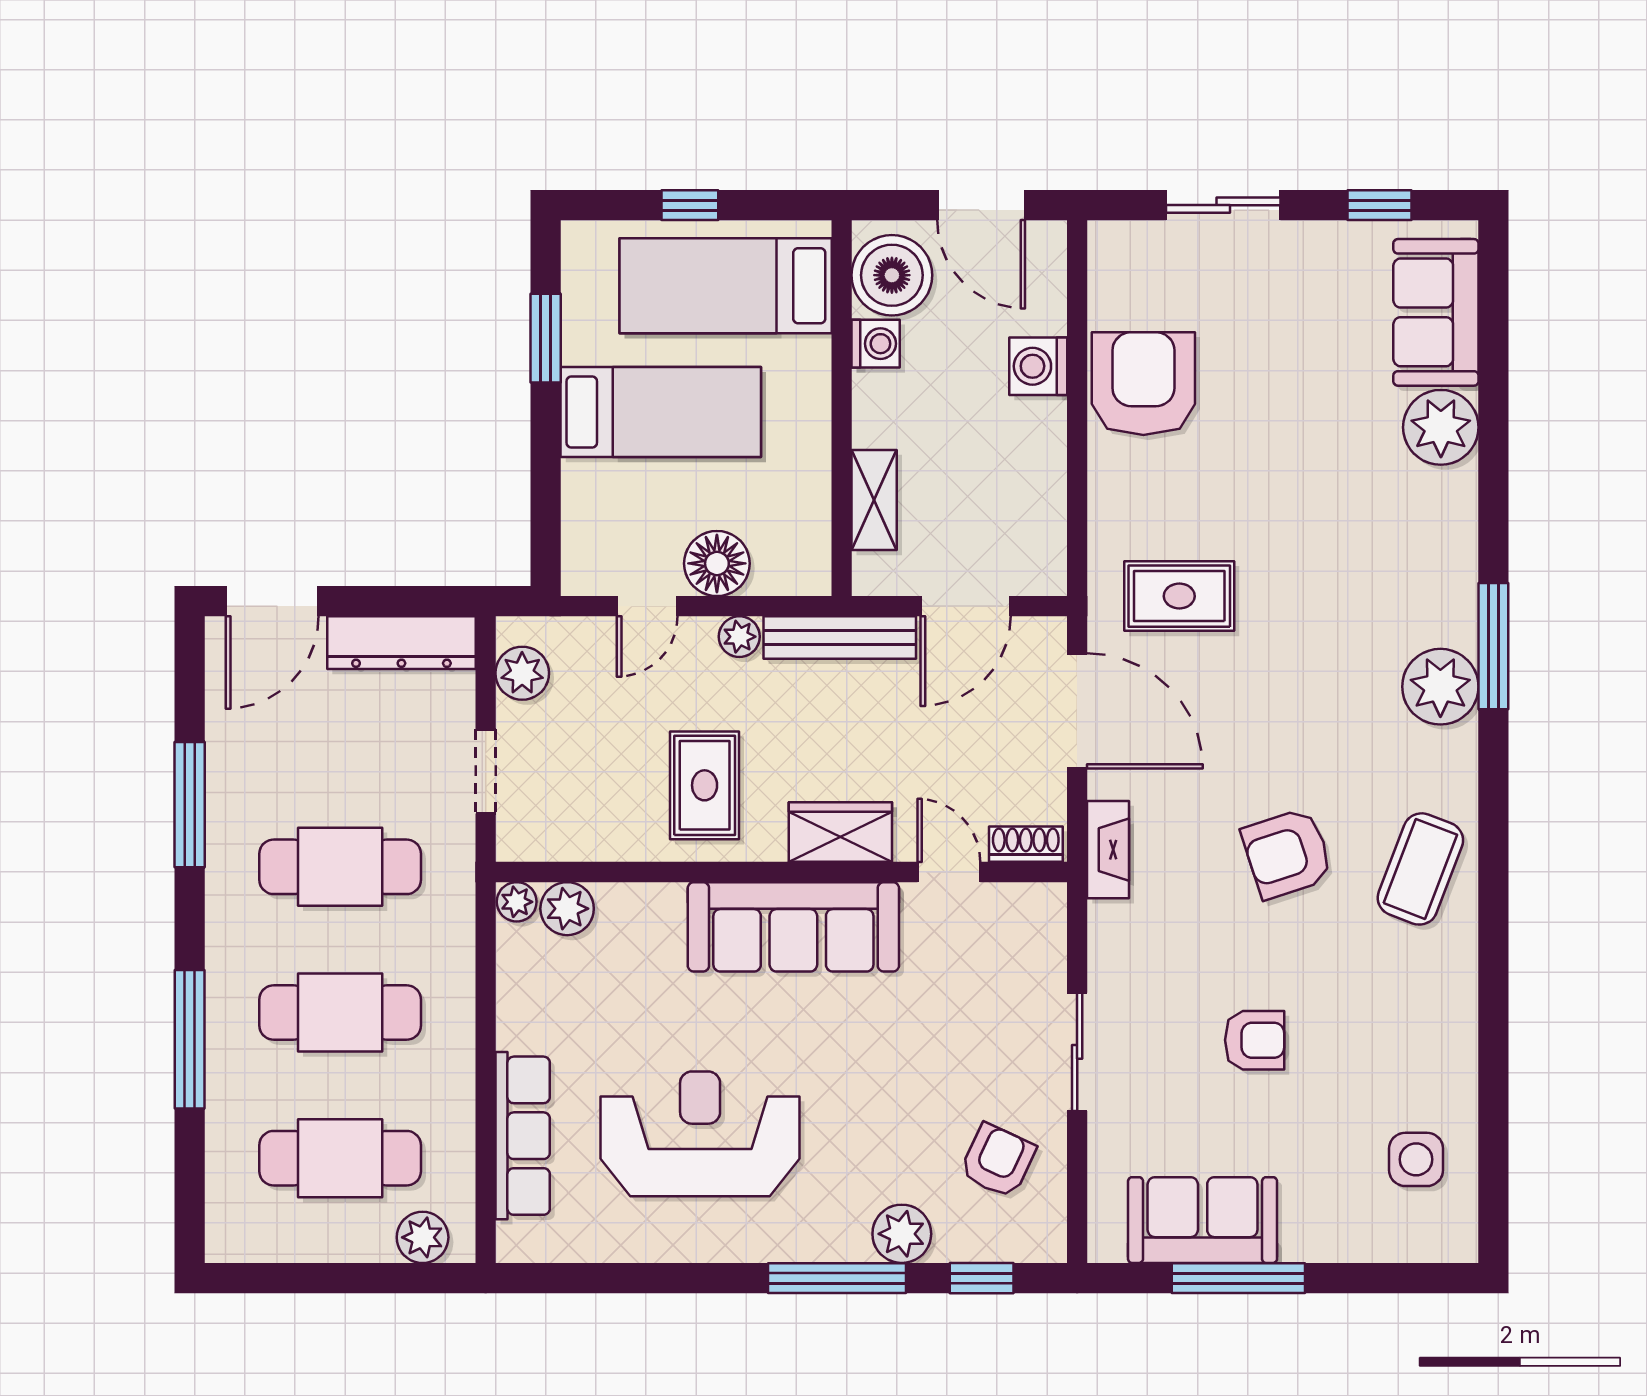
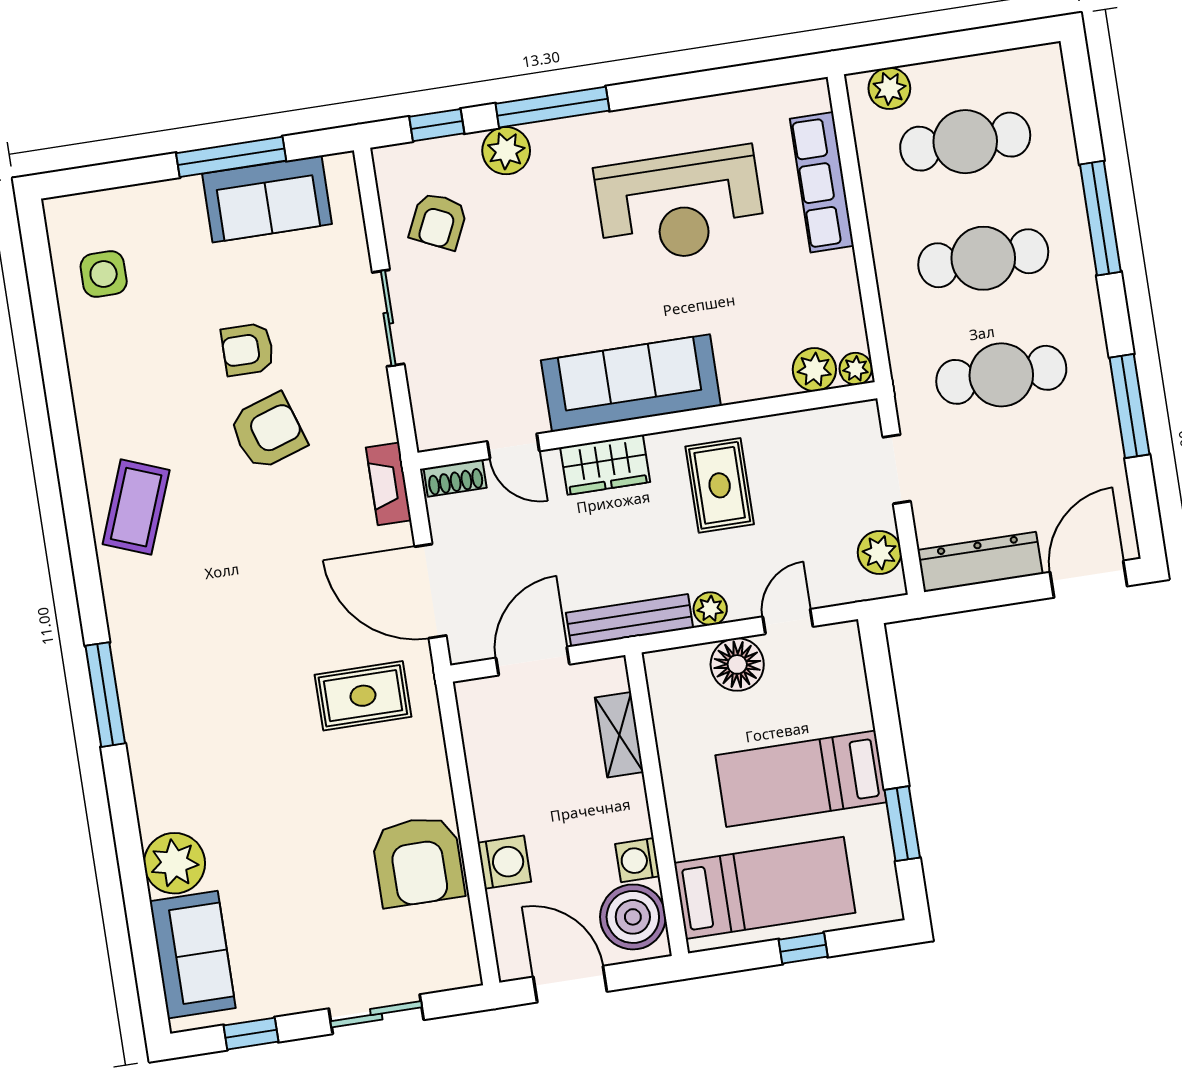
plant: (1440, 687) -> (143, 655), removed
armchair: (1287, 853) -> (268, 432), moved

